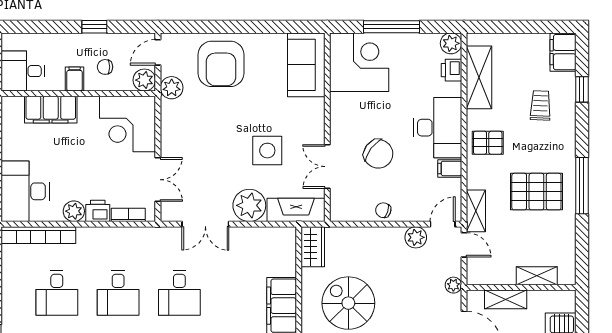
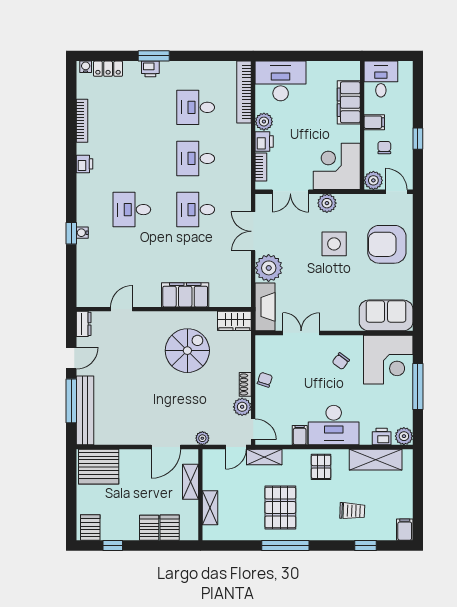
filing cabinet: (563, 52) -> (405, 530), width x0.50
plant: (172, 88) -> (327, 203), moved
side table: (267, 151) -> (334, 244), moved
chair: (378, 154) -> (341, 361), moved, width x0.54, depth x0.54
shoe rack: (389, 234) -> (245, 384), added

